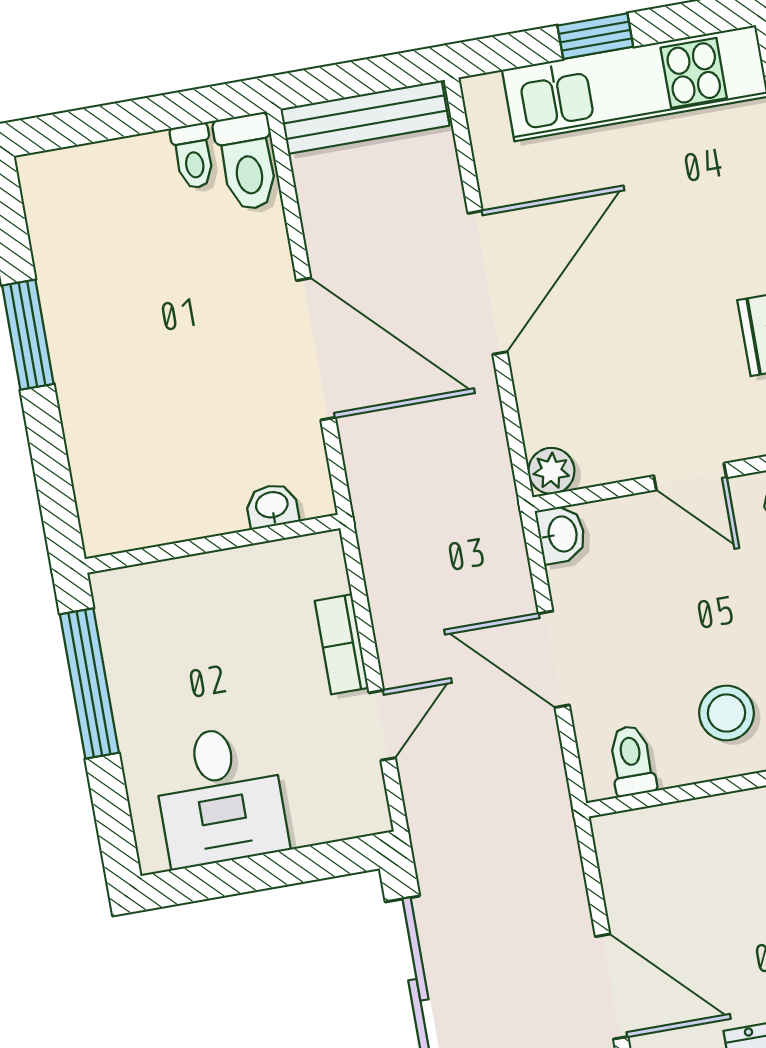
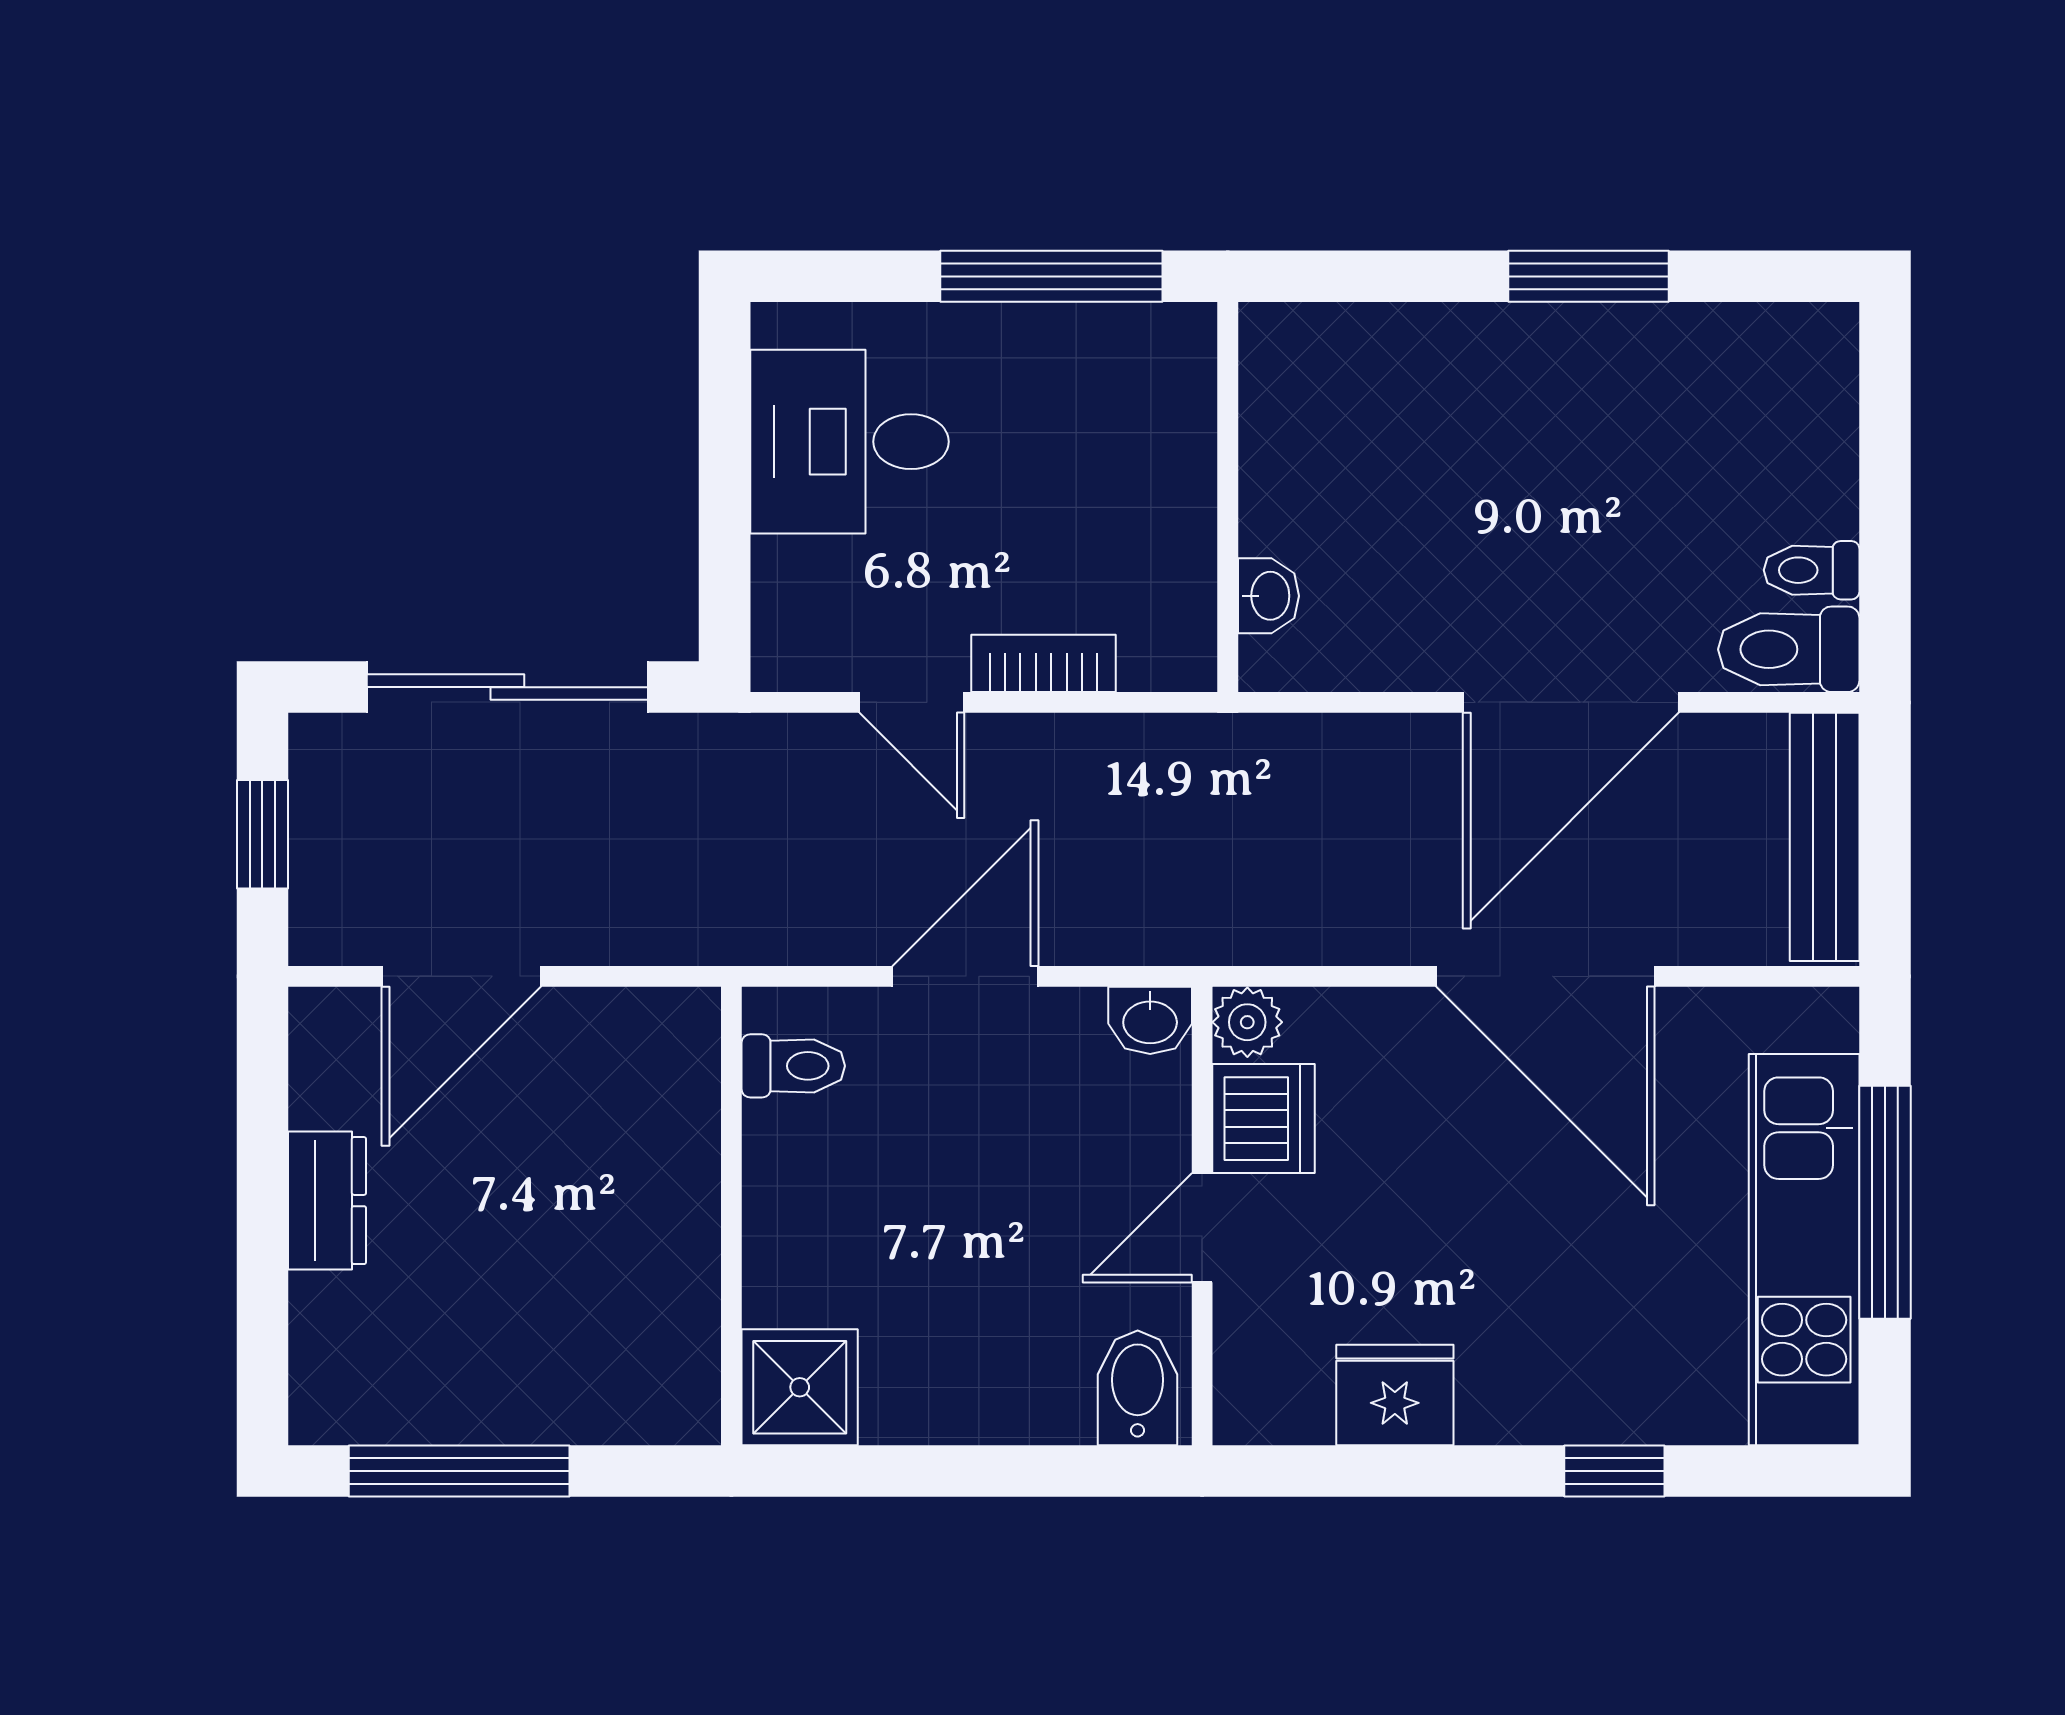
window: (595, 36) -> (1885, 1202), width x2.17
door: (316, 349) -> (1571, 702), moved
dishwasher: (612, 449) -> (1263, 1119), added
stool: (726, 713) -> (840, 1220), removed

